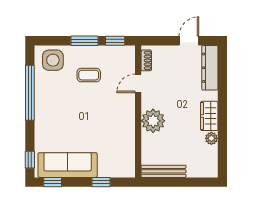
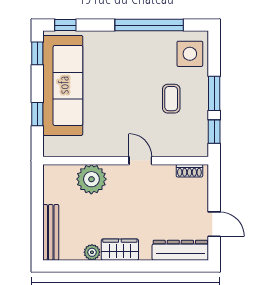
door: (138, 83) -> (140, 161), moved
plant: (153, 121) -> (91, 179), moved
sofa: (68, 165) -> (63, 85), width x1.36, depth x1.27
bench: (164, 171) -> (51, 232), moved

